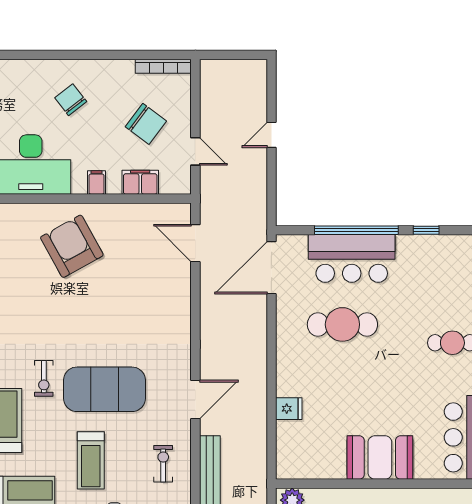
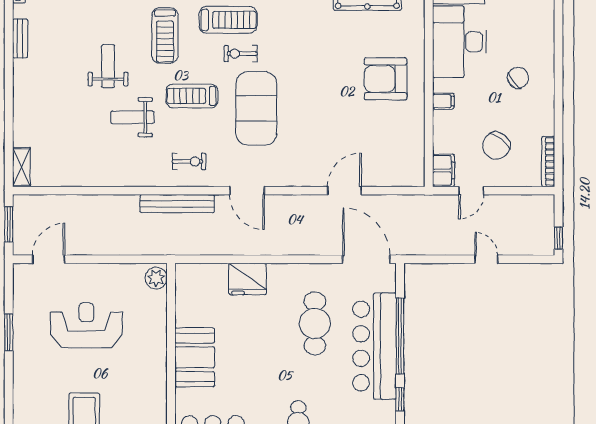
window: (248, 55) -> (558, 238), added
filing cabinet: (140, 182) -> (443, 170), moved
door: (195, 243) -> (344, 191), moved
armchair: (72, 246) -> (386, 79), turned -151
bar counter: (352, 258) -> (375, 346), width x1.36
exercise bike: (44, 378) -> (241, 54), moved
fridge: (289, 409) -> (248, 279), width x1.88, depth x1.34

